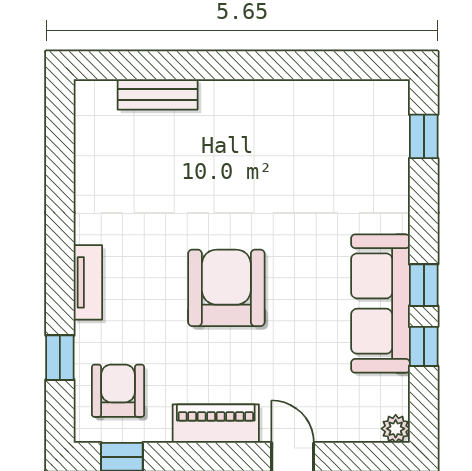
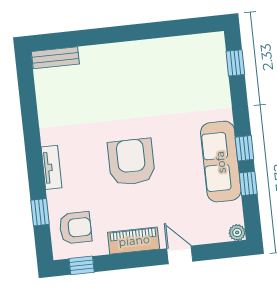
bench: (158, 94) -> (55, 58), moved
armchair: (118, 391) -> (75, 228), turned 90

